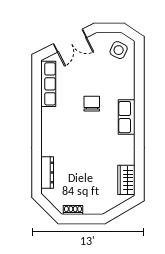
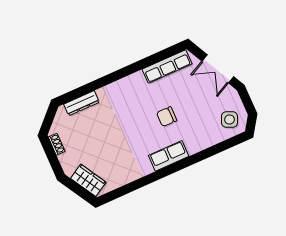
chair: (92, 104) -> (167, 117), turned 180
wardrobe: (126, 180) -> (88, 180), moved, turned 60

